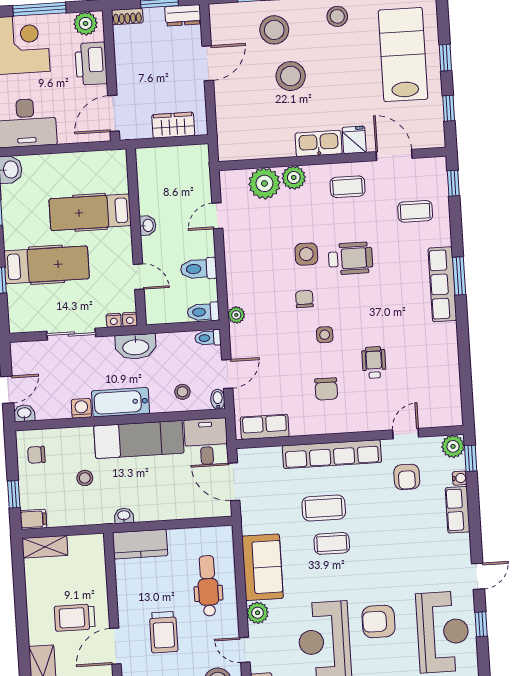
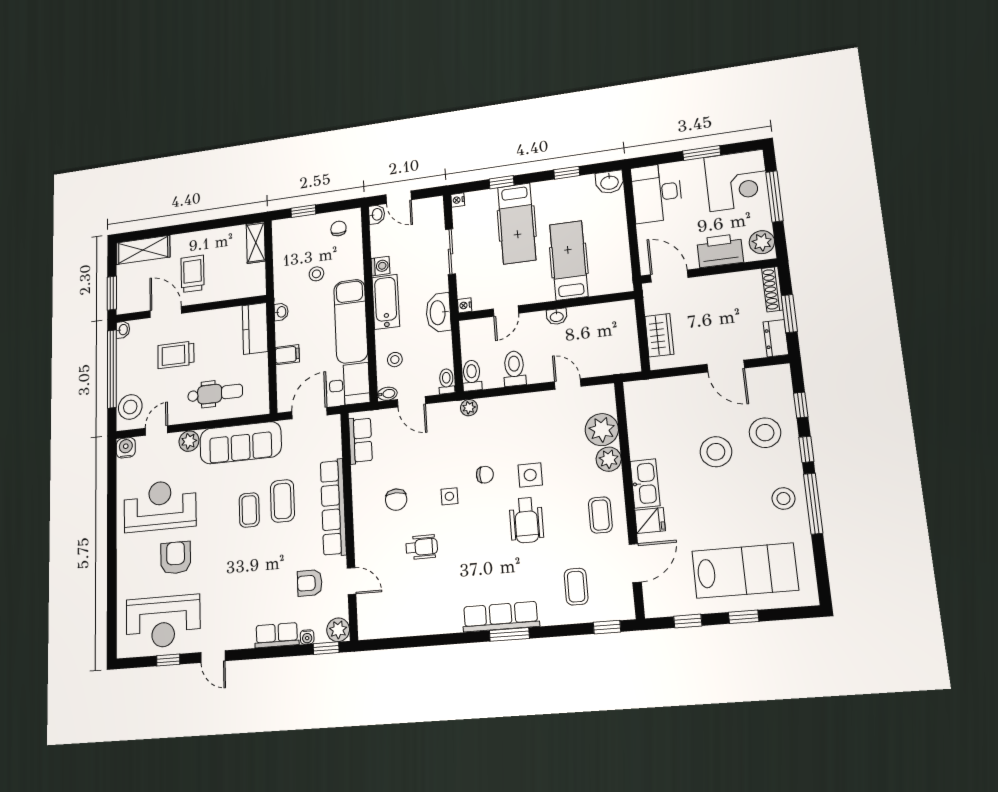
shoe rack: (127, 16) -> (772, 289), width x1.43
nightstand: (114, 320) -> (458, 200), moved
chair: (326, 389) -> (396, 500), turned -90
filing cabinet: (33, 519) -> (287, 355), moved, turned -90
sofa: (262, 567) -> (240, 443), width x1.36

